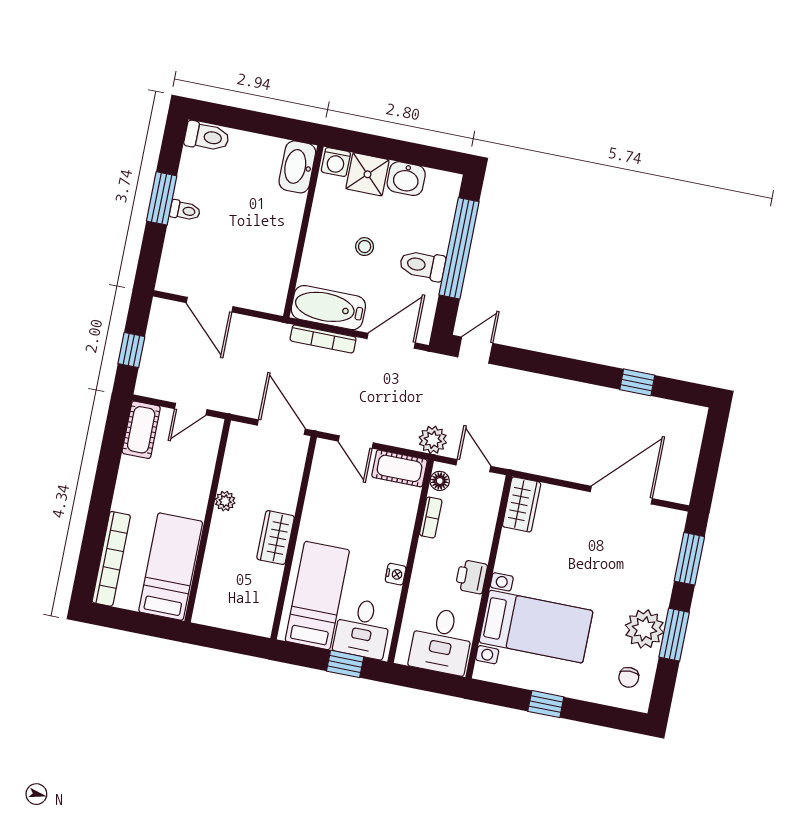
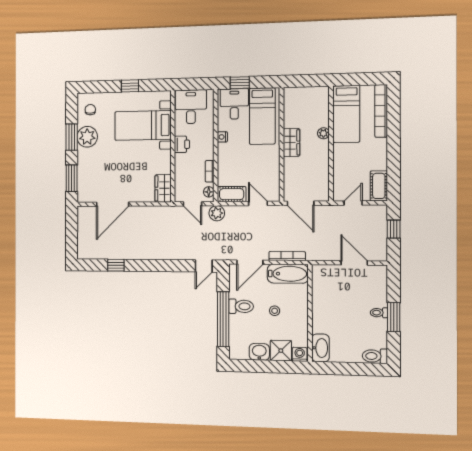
plant: (225, 501) -> (323, 133), moved

